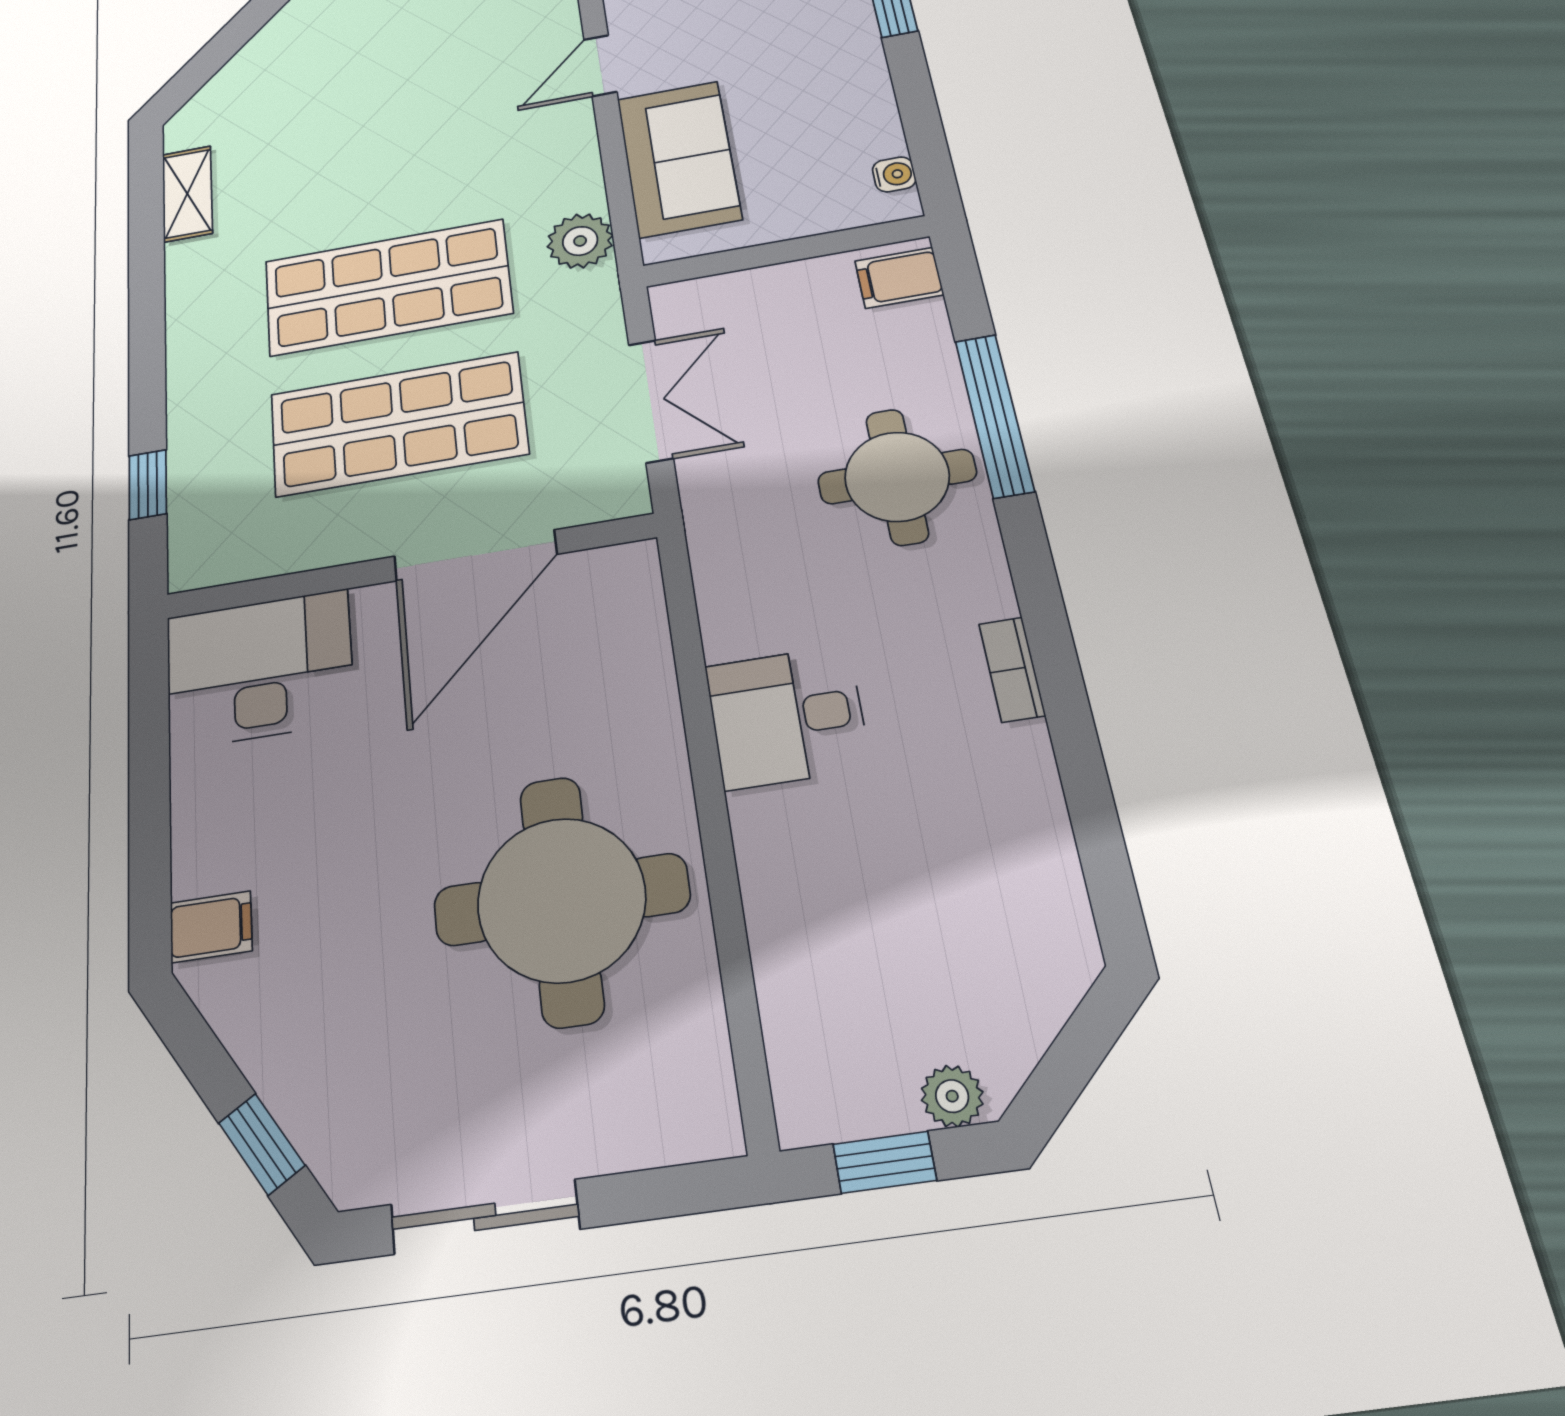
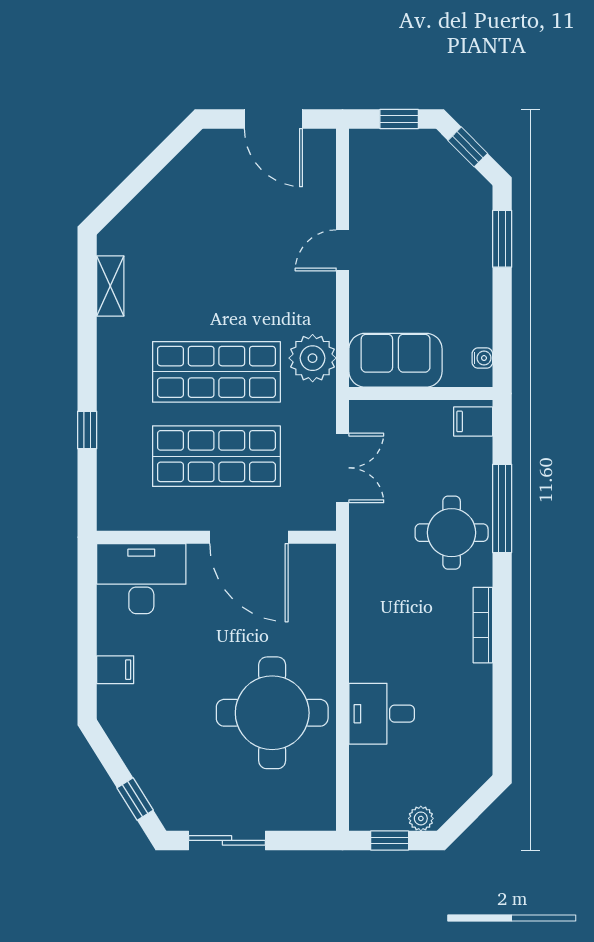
sofa: (679, 159) -> (396, 360), moved, turned -90
plant: (580, 241) -> (313, 358), width x1.36, depth x1.36
window: (148, 485) -> (87, 430), moved
door: (475, 555) -> (249, 537), hinge flipped
bookcase: (1012, 669) -> (483, 625), width x1.56
desk: (787, 717) -> (382, 714), moved
filing cabinet: (211, 927) -> (115, 670), moved

